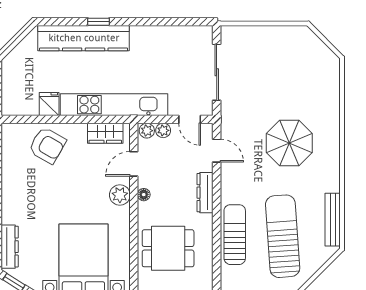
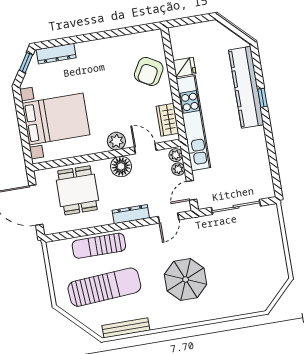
floor lamp: (144, 195) -> (121, 166), width x1.89, depth x1.89
sun lounger: (235, 235) -> (99, 246), turned 180

